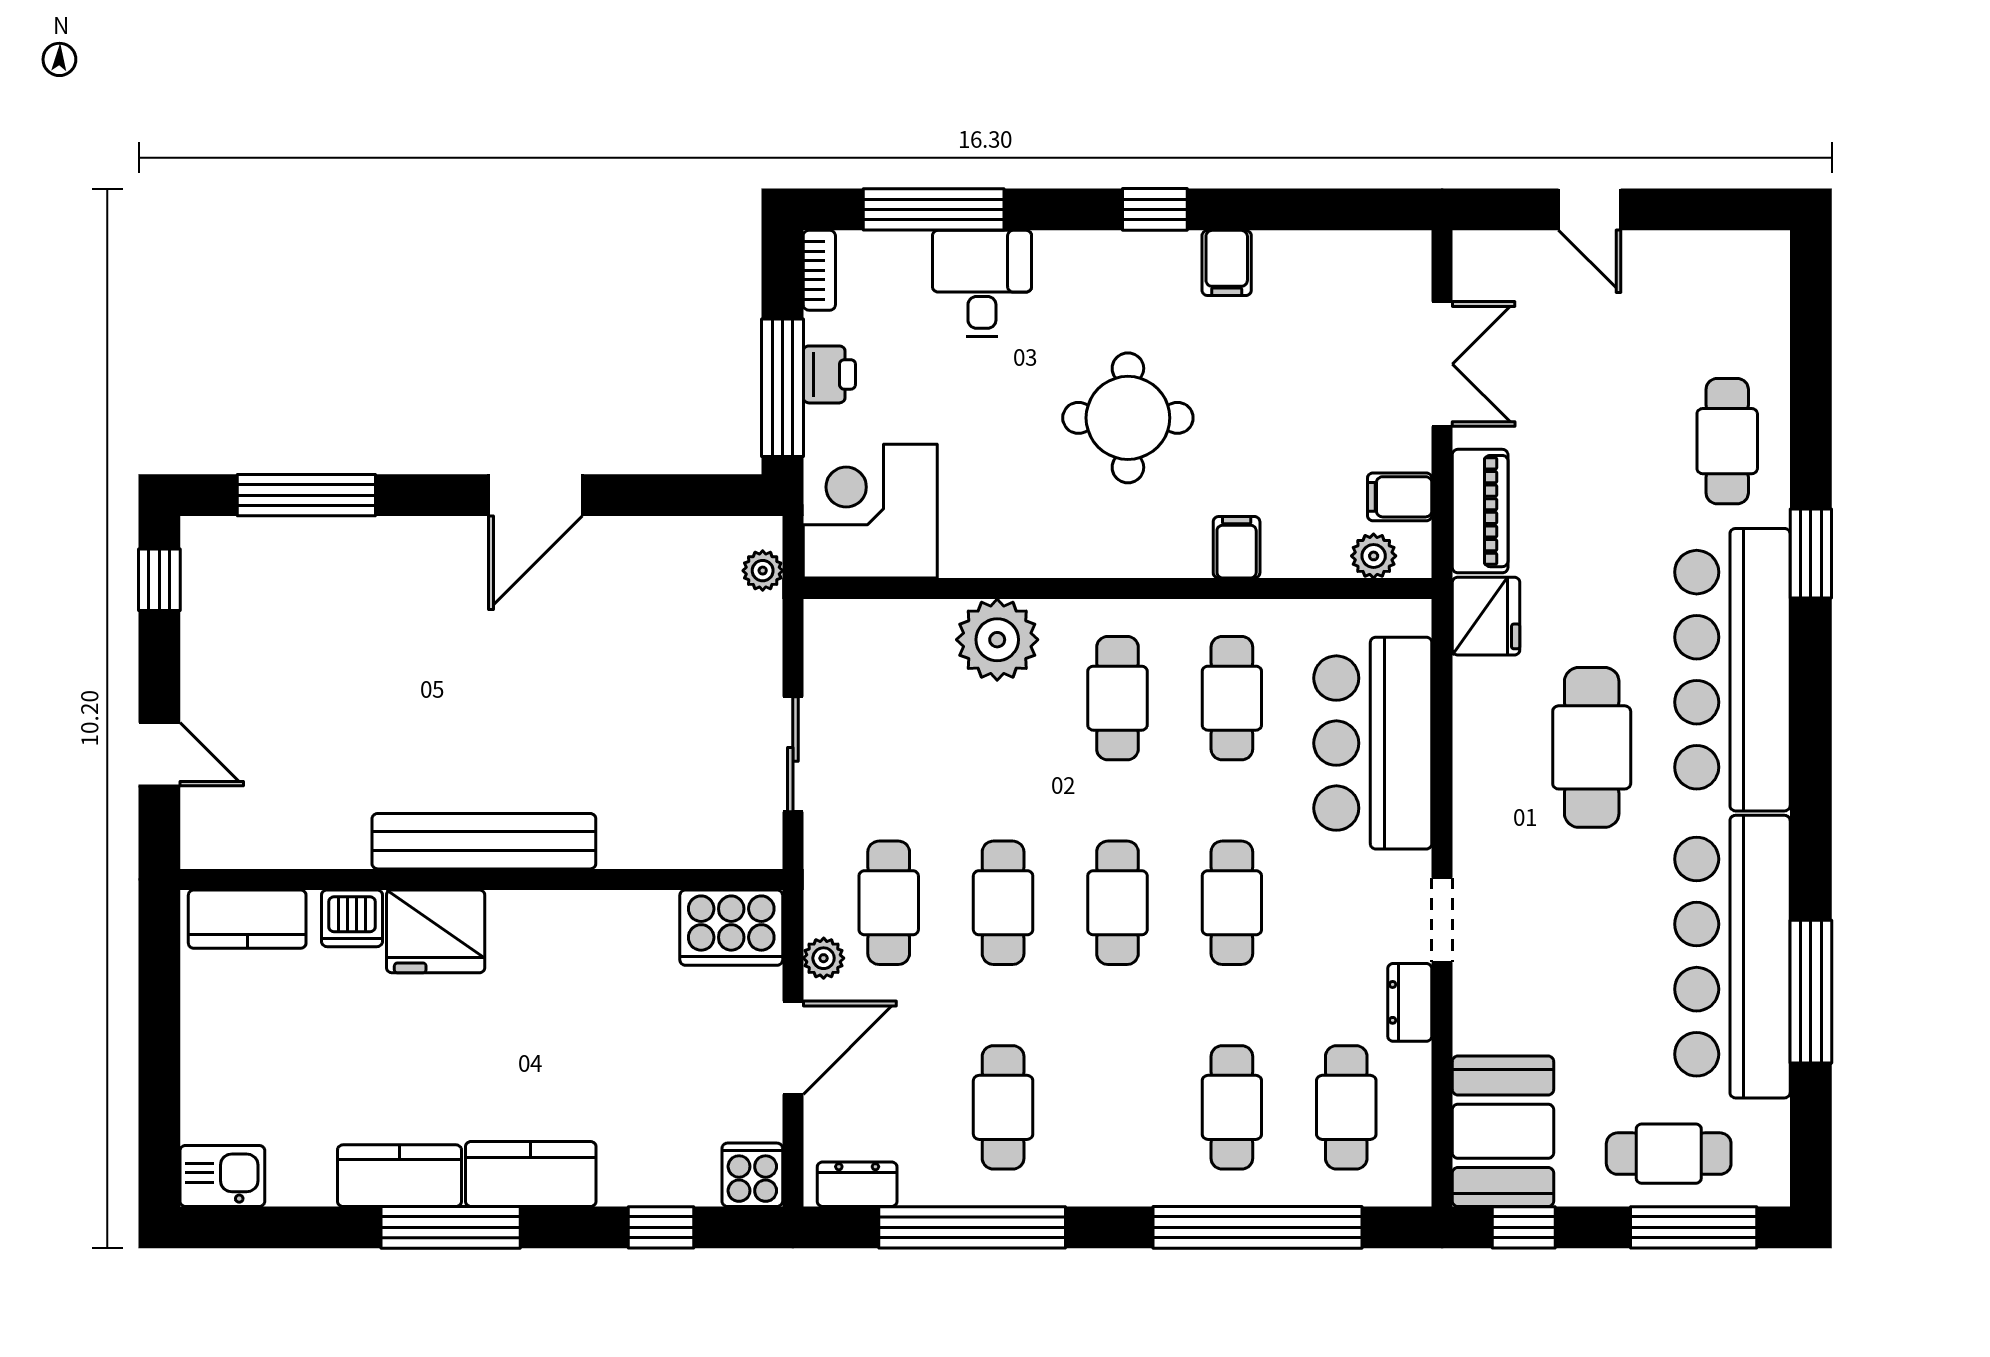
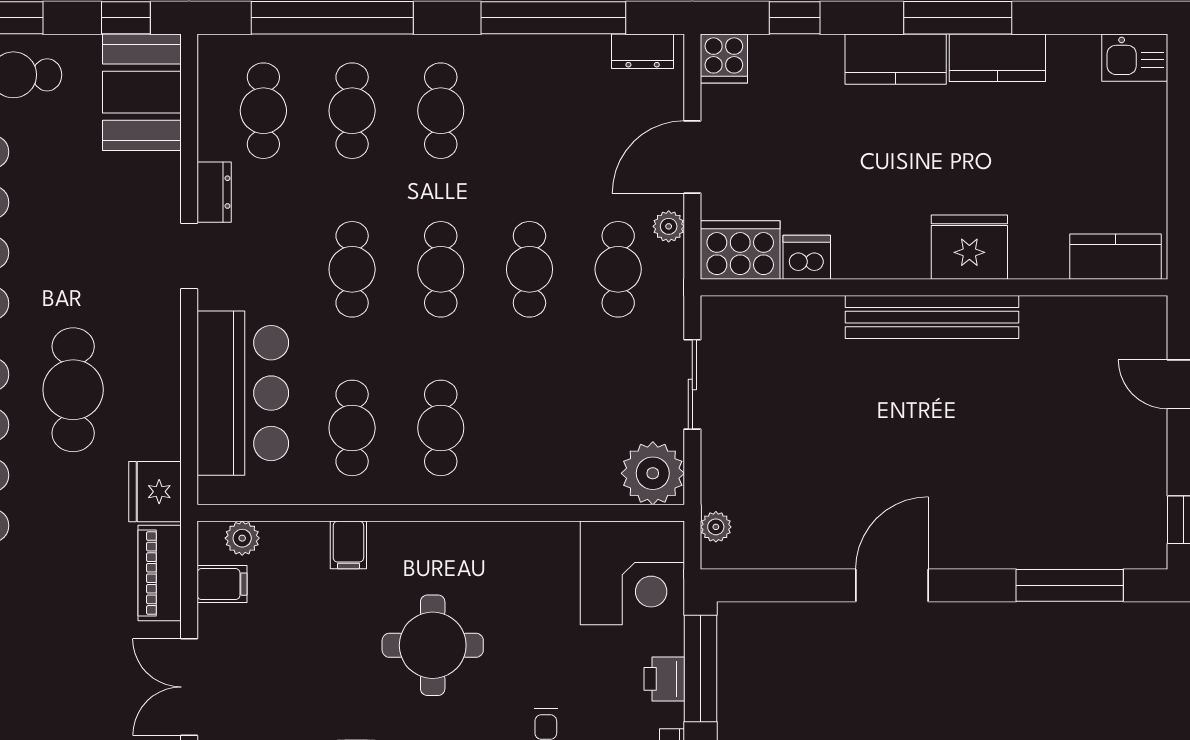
plant: (997, 640) -> (653, 473), moved
dishwasher: (352, 918) -> (807, 257), moved
cafe table: (1003, 1107) -> (441, 111), moved

